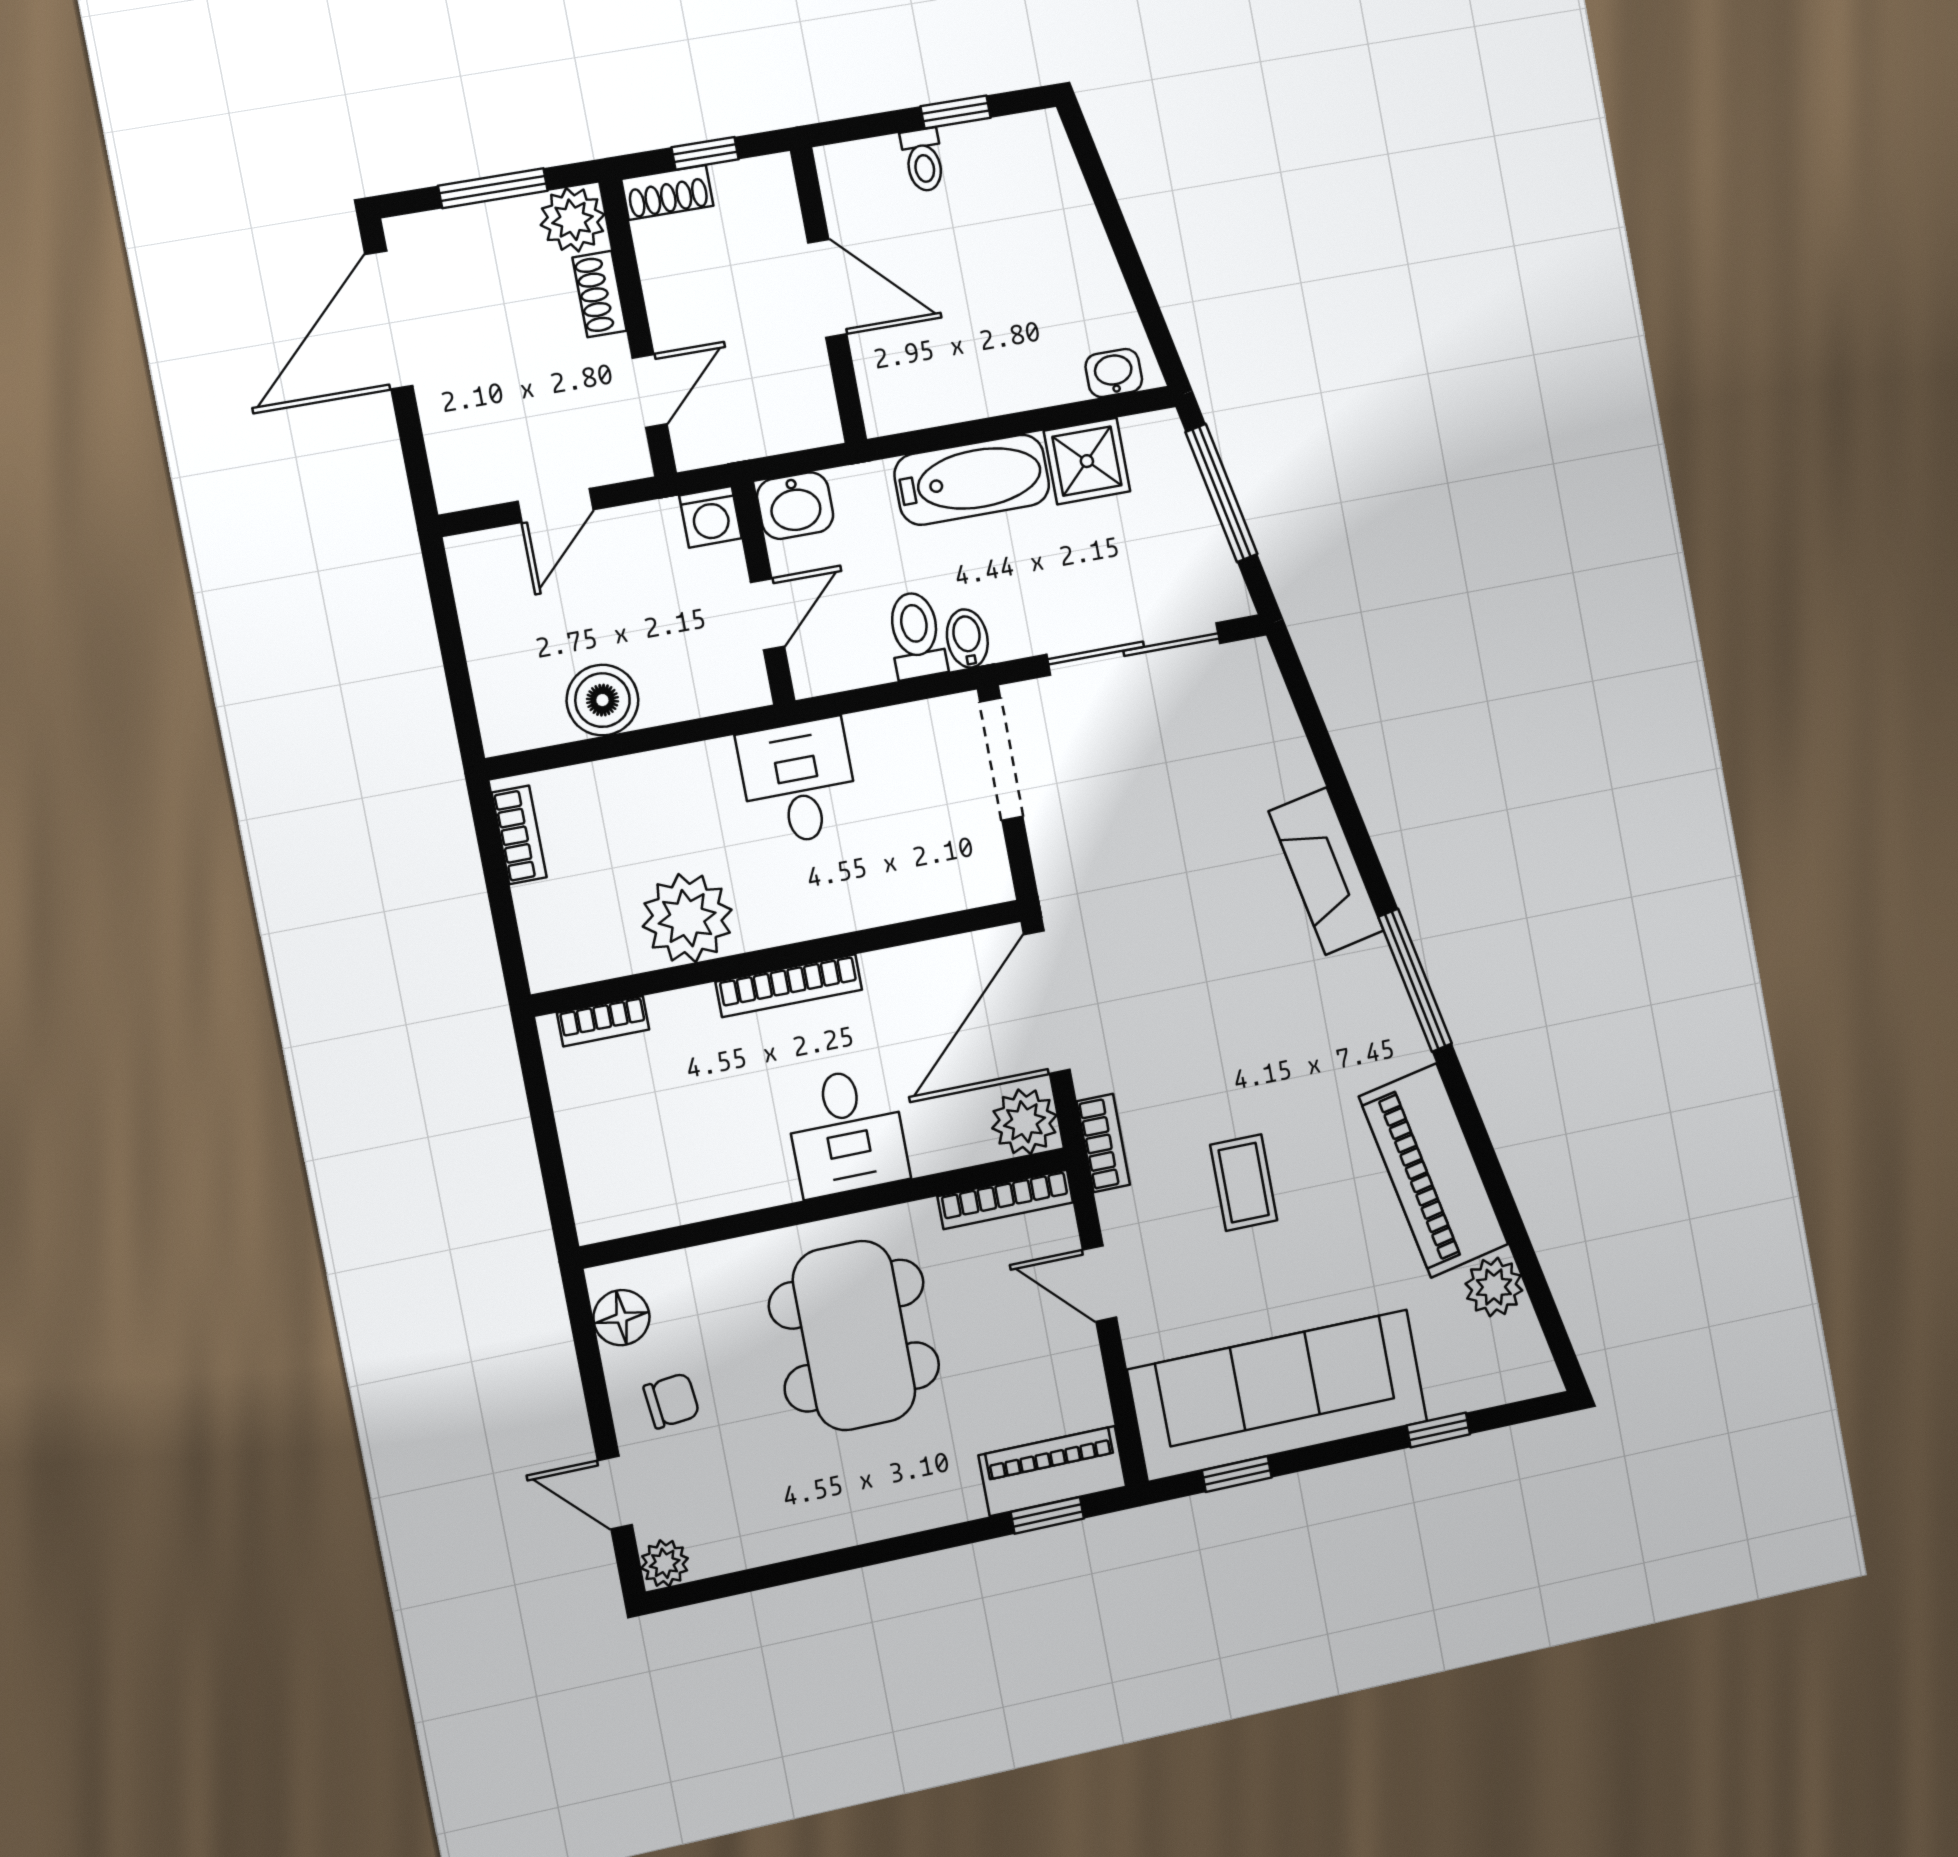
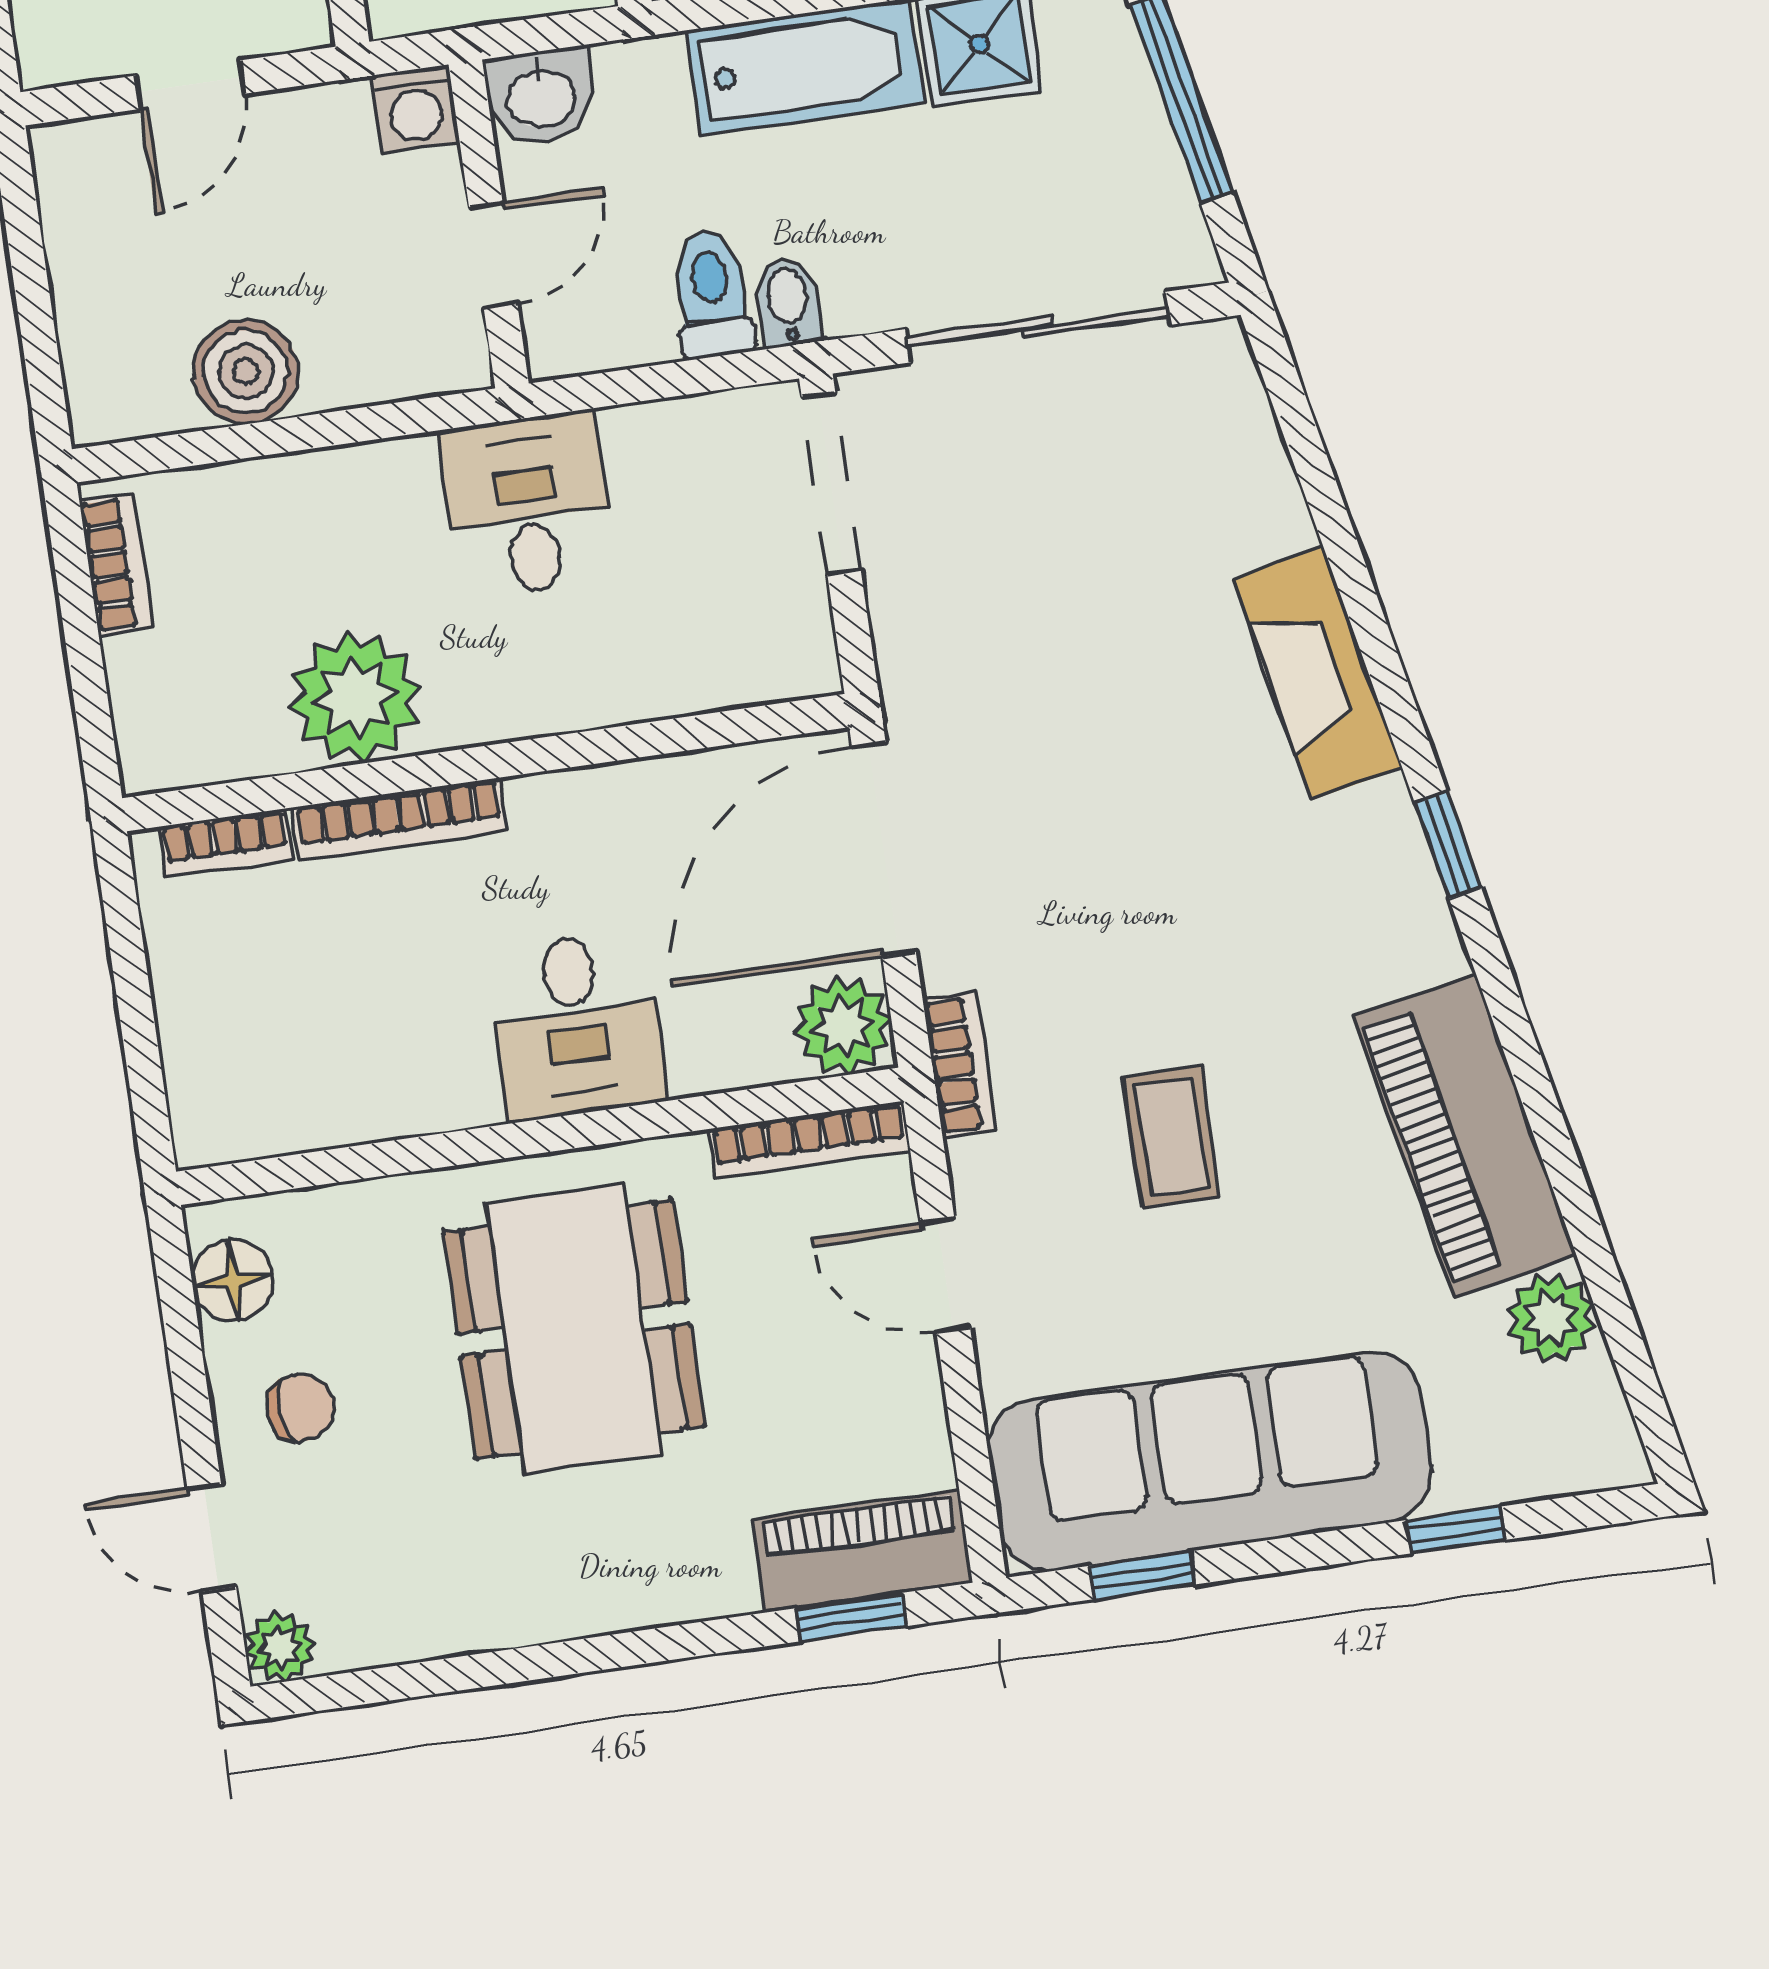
window: (1415, 980) -> (1448, 845), width x0.46
bookcase: (789, 986) -> (400, 819), moved

